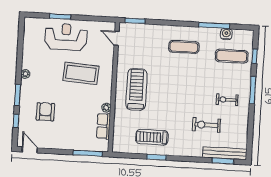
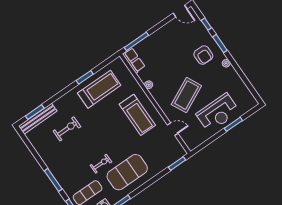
door: (117, 38) -> (173, 129), moved
exercise mat: (184, 47) -> (127, 172), width x2.00, depth x1.45
coffee table: (81, 73) -> (186, 95), turned -30
exercise bike: (227, 100) -> (101, 164), moved
armchair: (45, 112) -> (203, 55), moved
row of seats: (104, 126) -> (134, 60), moved
treadmill: (152, 137) -> (99, 89), width x1.37, depth x1.38

